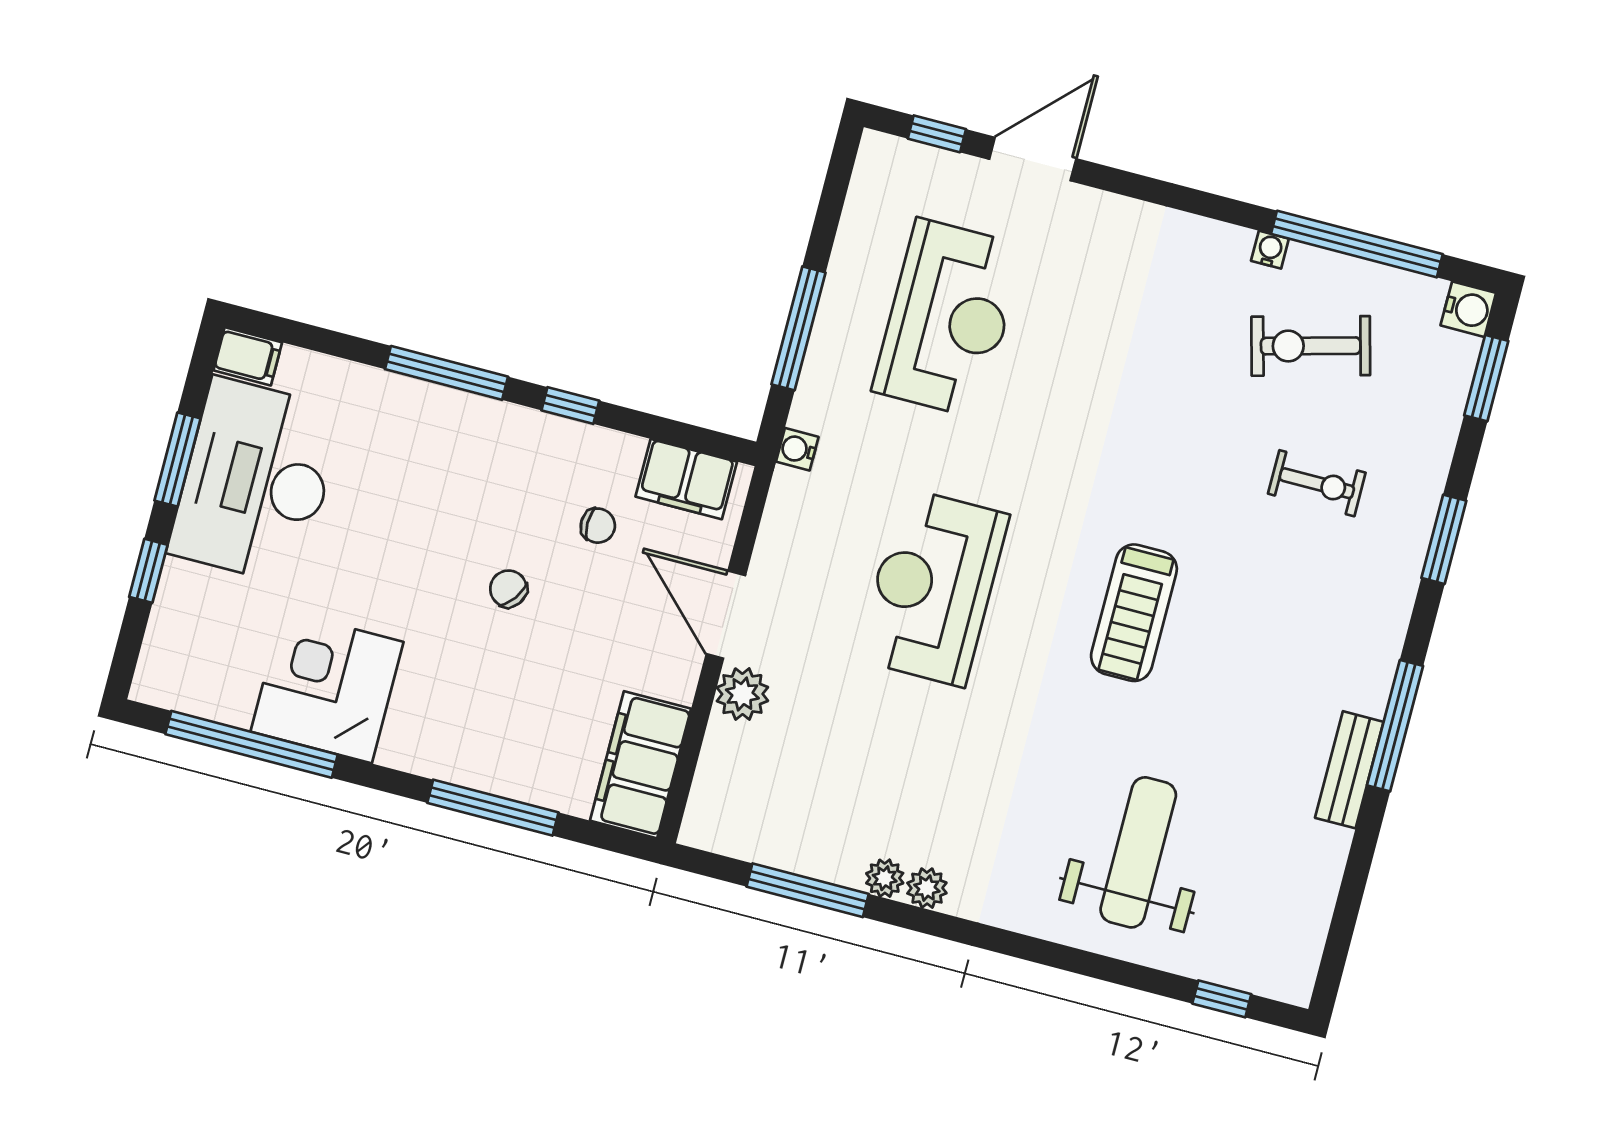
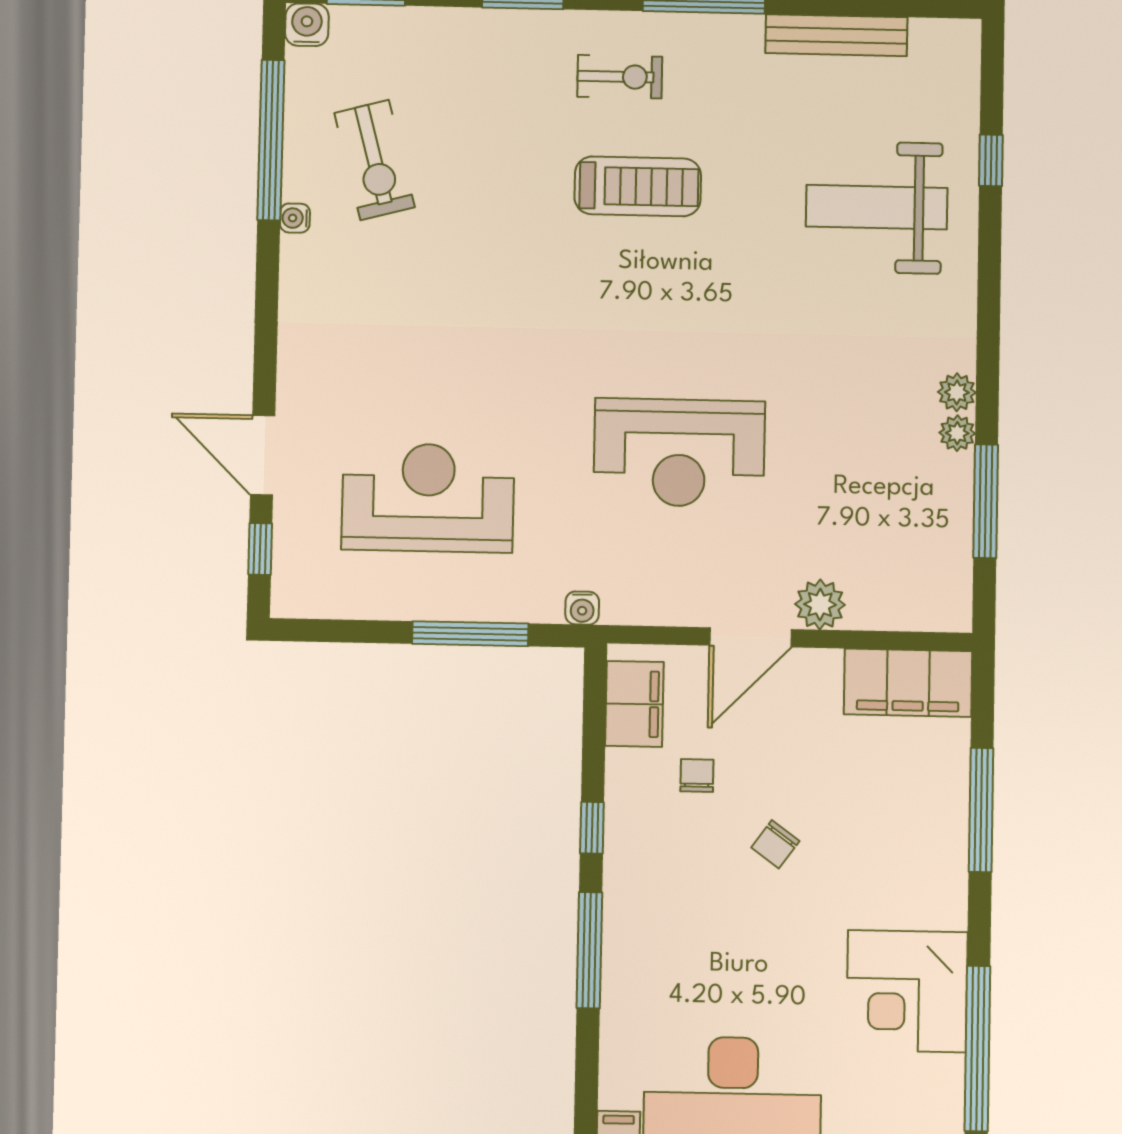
exercise bike: (1317, 483) -> (620, 77), moved, turned 90
treadmill: (1134, 613) -> (638, 186), moved
bench: (1349, 770) -> (836, 35), moved, width x1.36
window: (1222, 999) -> (991, 160), moved

